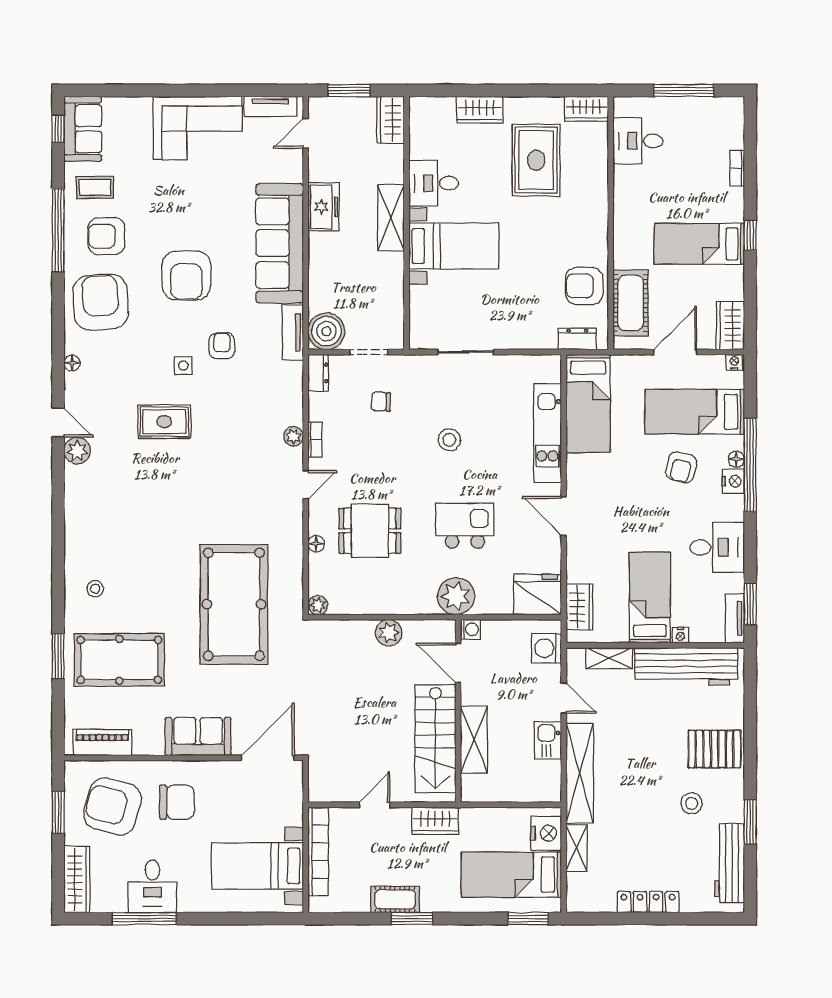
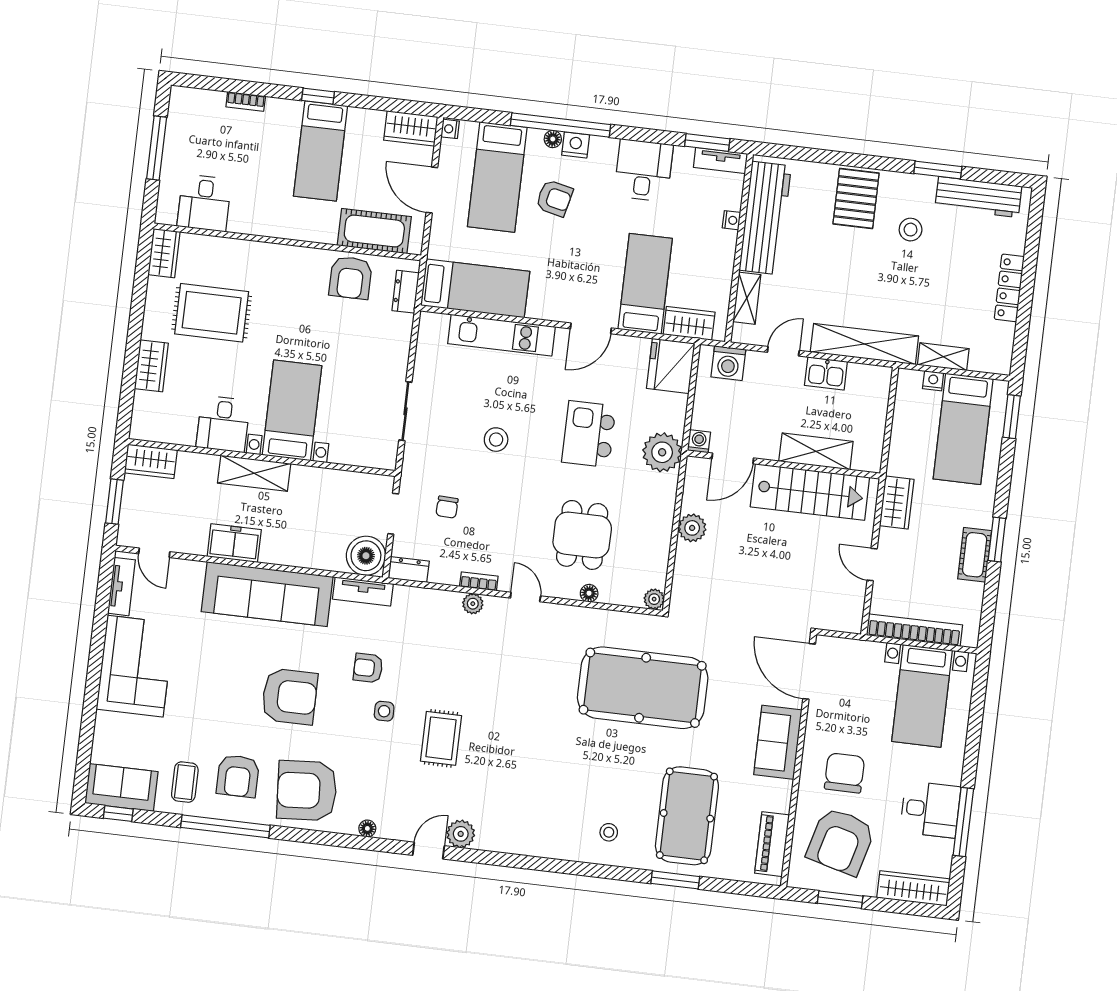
bed: (650, 598) -> (645, 284), moved, turned 90
nightstand: (546, 833) -> (933, 381), width x0.53, depth x0.56

